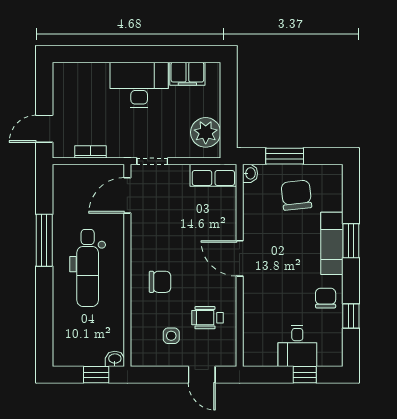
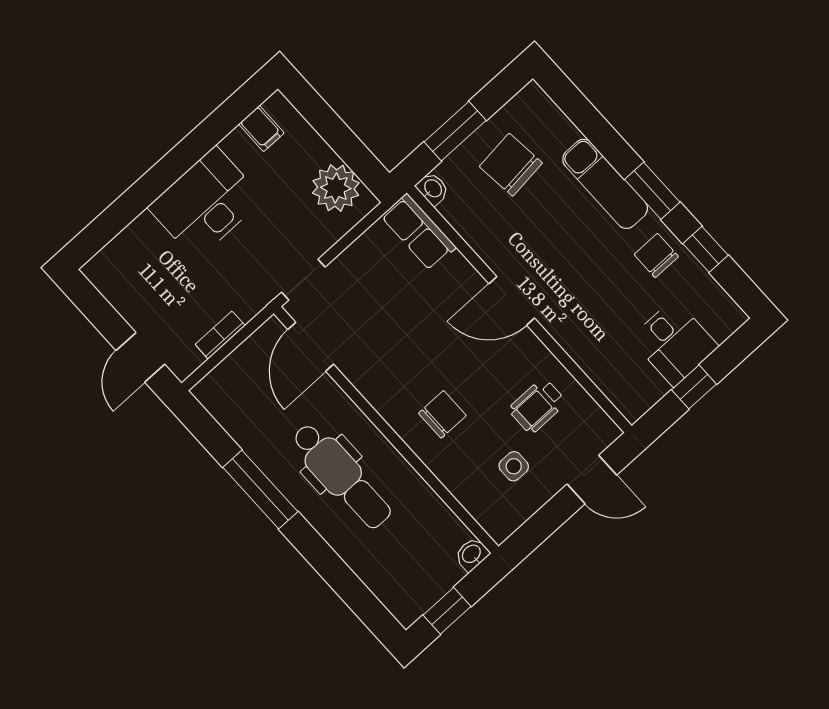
filing cabinet: (187, 74) -> (261, 128), width x0.50
row of seats: (213, 175) -> (419, 232), moved, turned 90
window: (351, 241) -> (652, 191), moved
window: (96, 375) -> (447, 611), moved
window: (305, 375) -> (694, 387), moved

